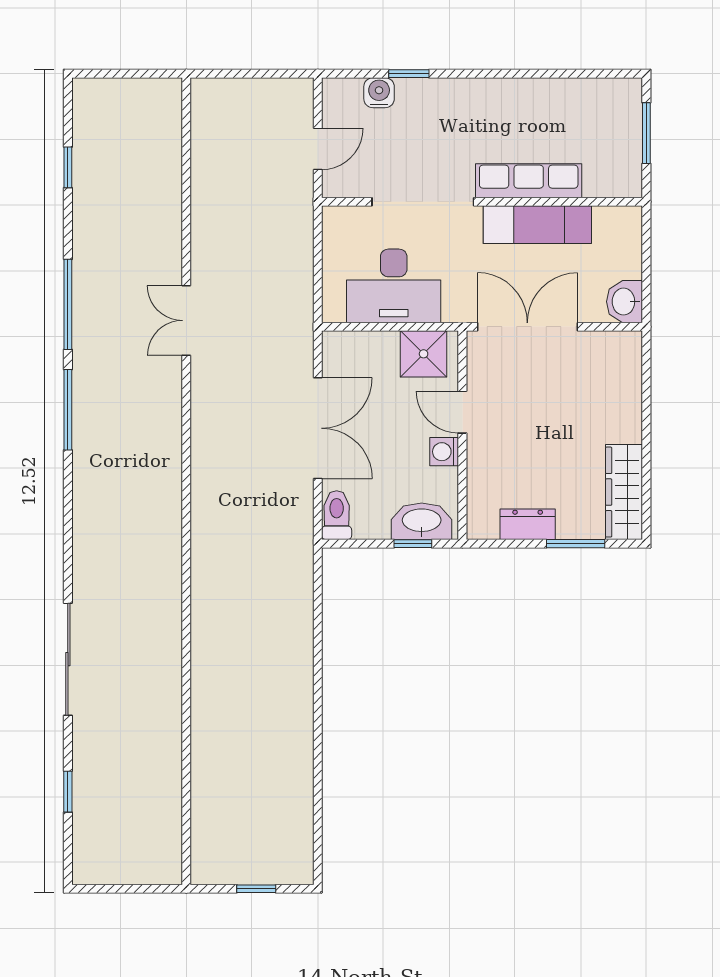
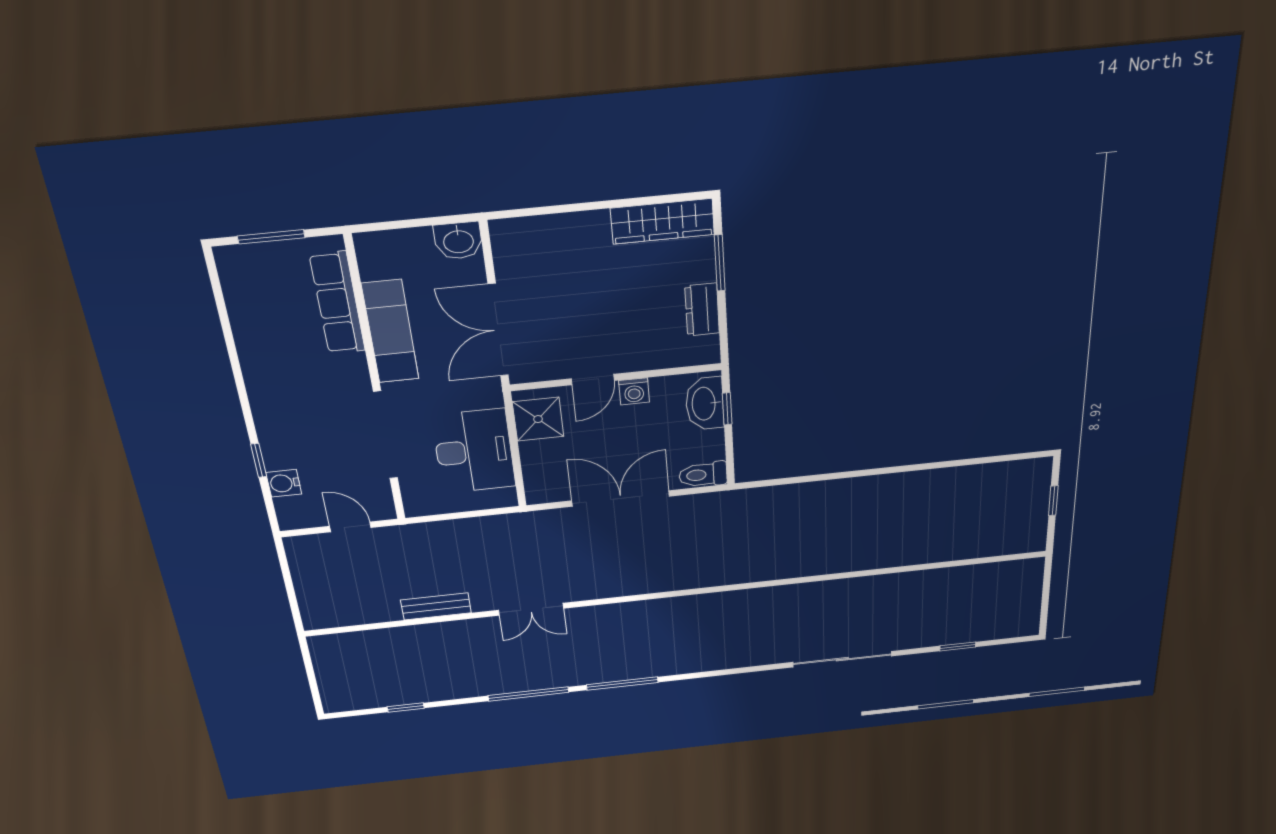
row of seats: (529, 181) -> (338, 303), moved
bench: (204, 221) -> (436, 606), added

